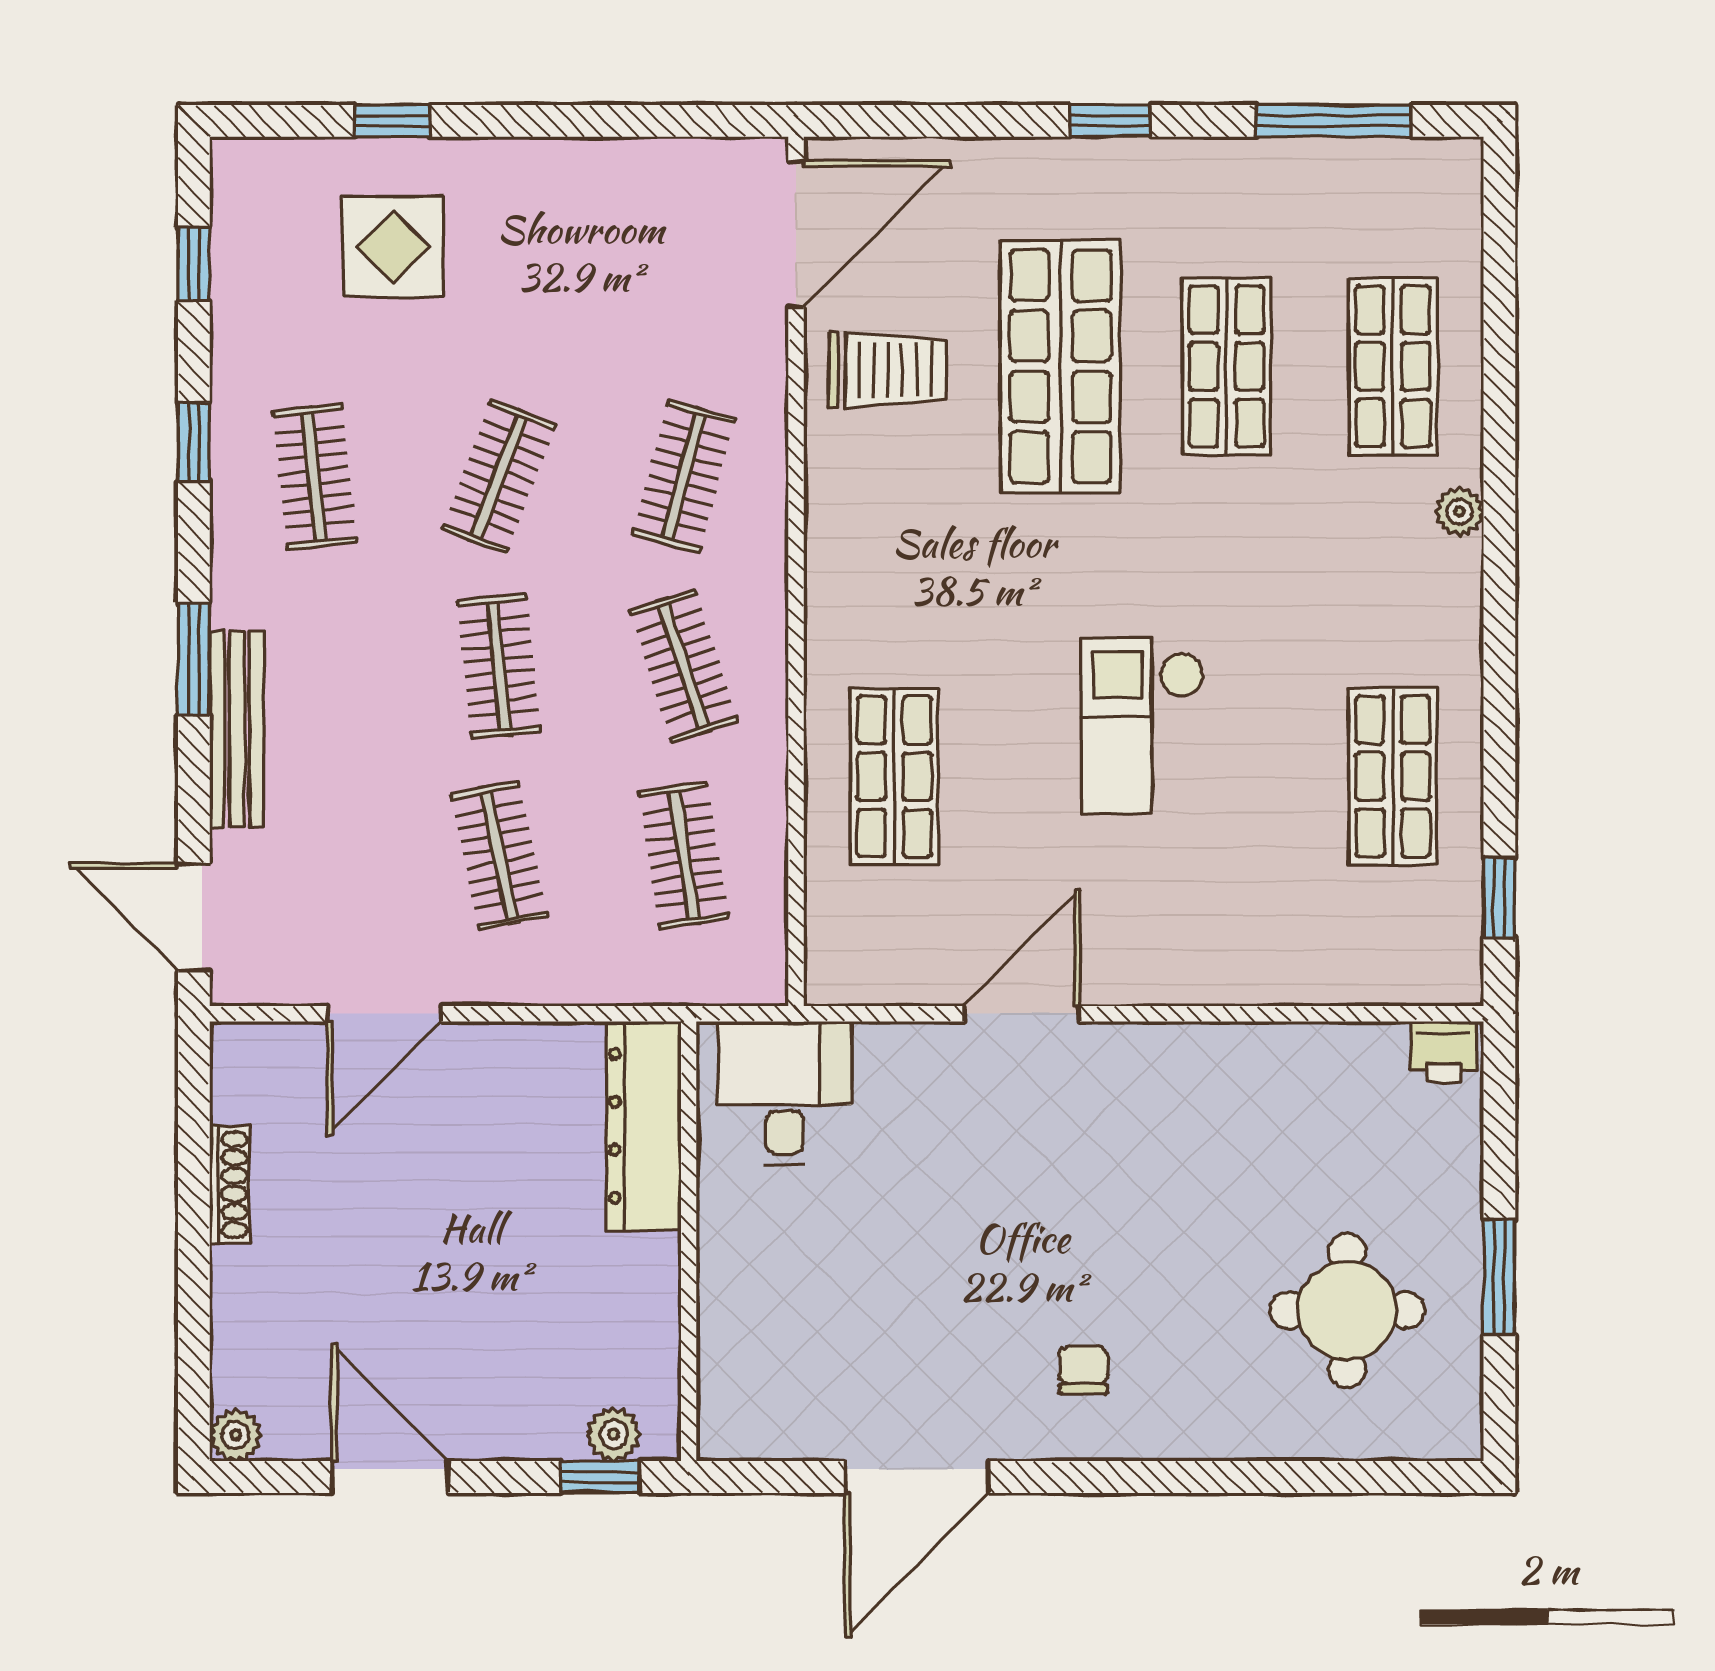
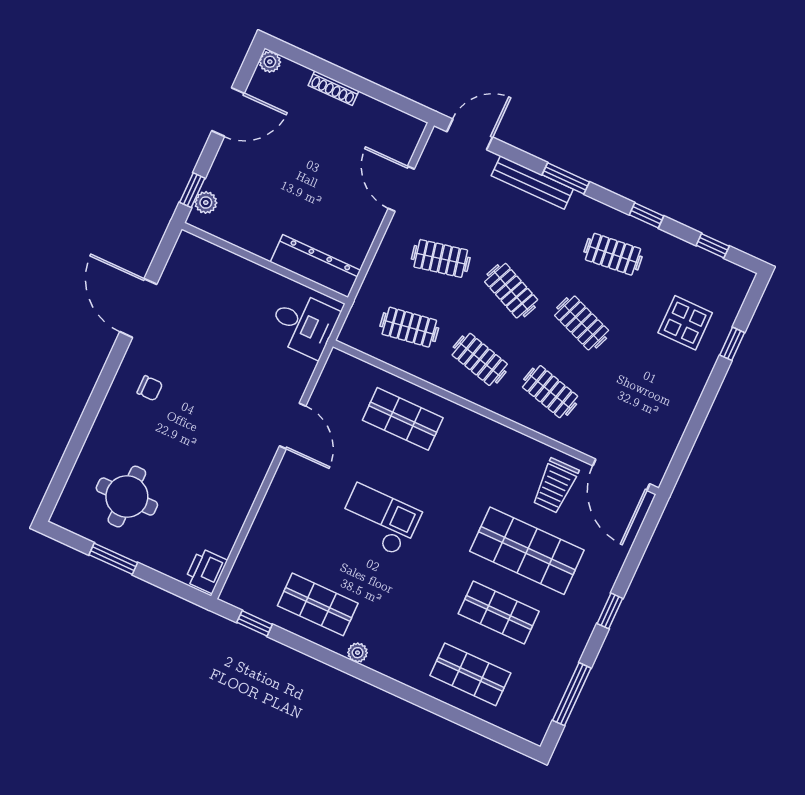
plant: (1459, 512) -> (358, 653), moved
clothes rail: (499, 666) -> (511, 291), turned 30
clothes rail: (684, 666) -> (480, 359), turned 33
printer: (1444, 1052) -> (206, 571), width x1.36, depth x1.24
shoe rack: (230, 1185) -> (333, 88), moved

